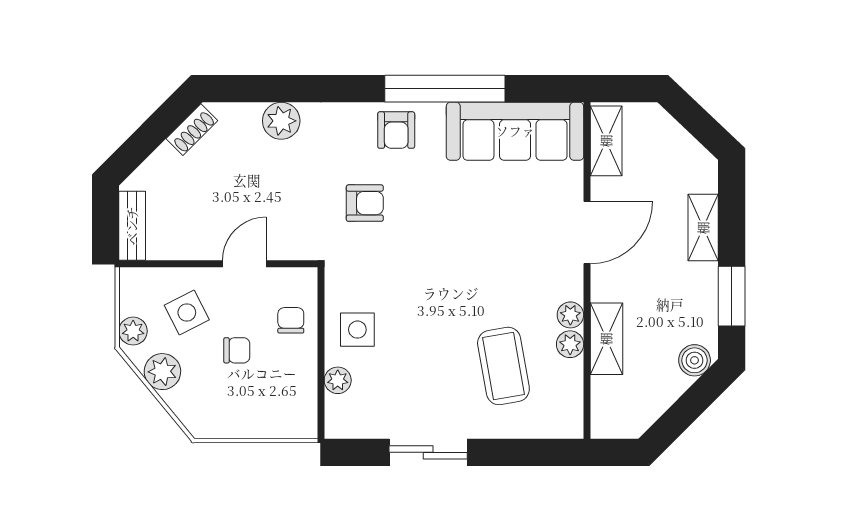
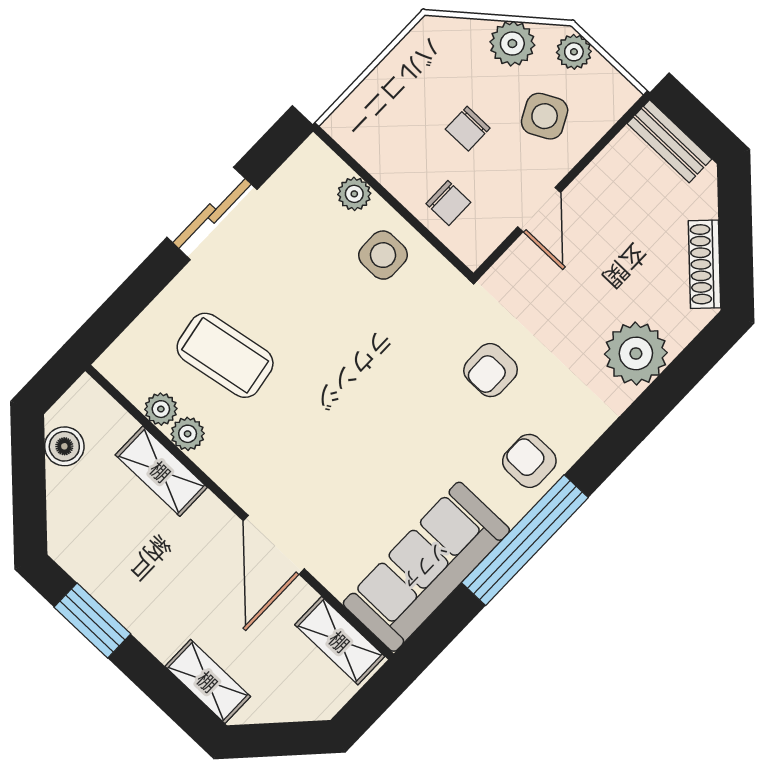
plant: (281, 121) -> (636, 353), width x1.36, depth x1.36
shoe rack: (192, 130) -> (704, 264), width x1.43
shelving: (703, 228) -> (208, 681), moved
plant: (570, 315) -> (161, 409), moved
boiler: (695, 360) -> (64, 446), moved

